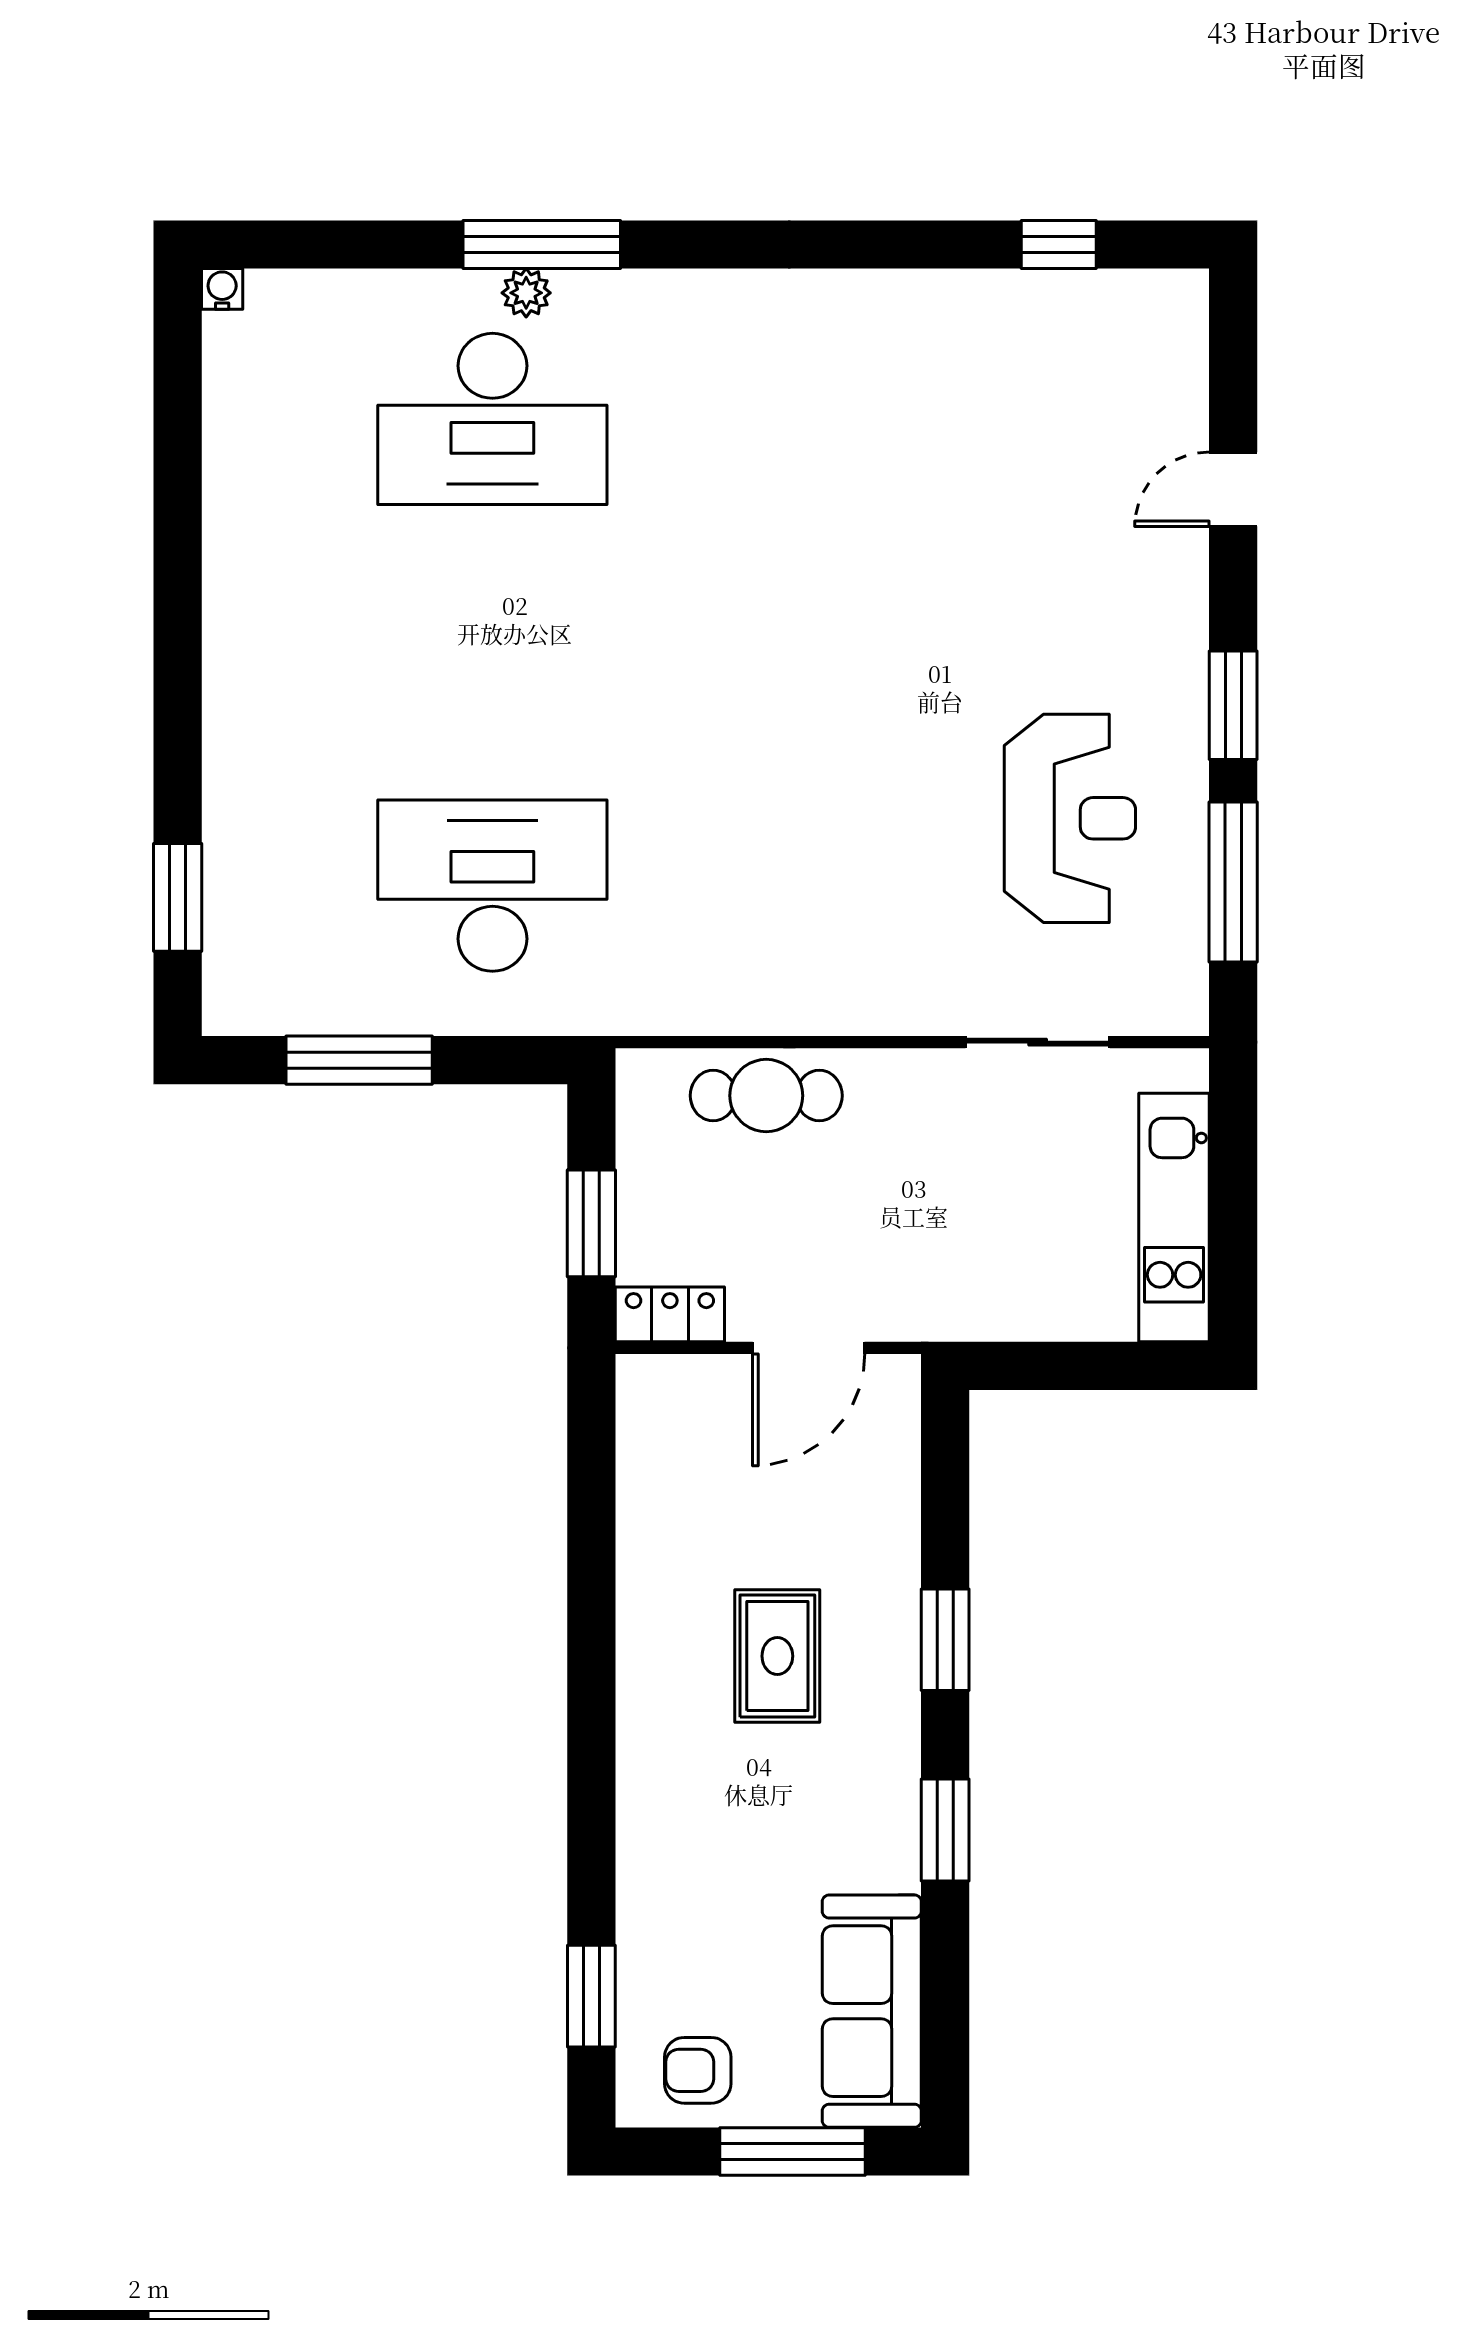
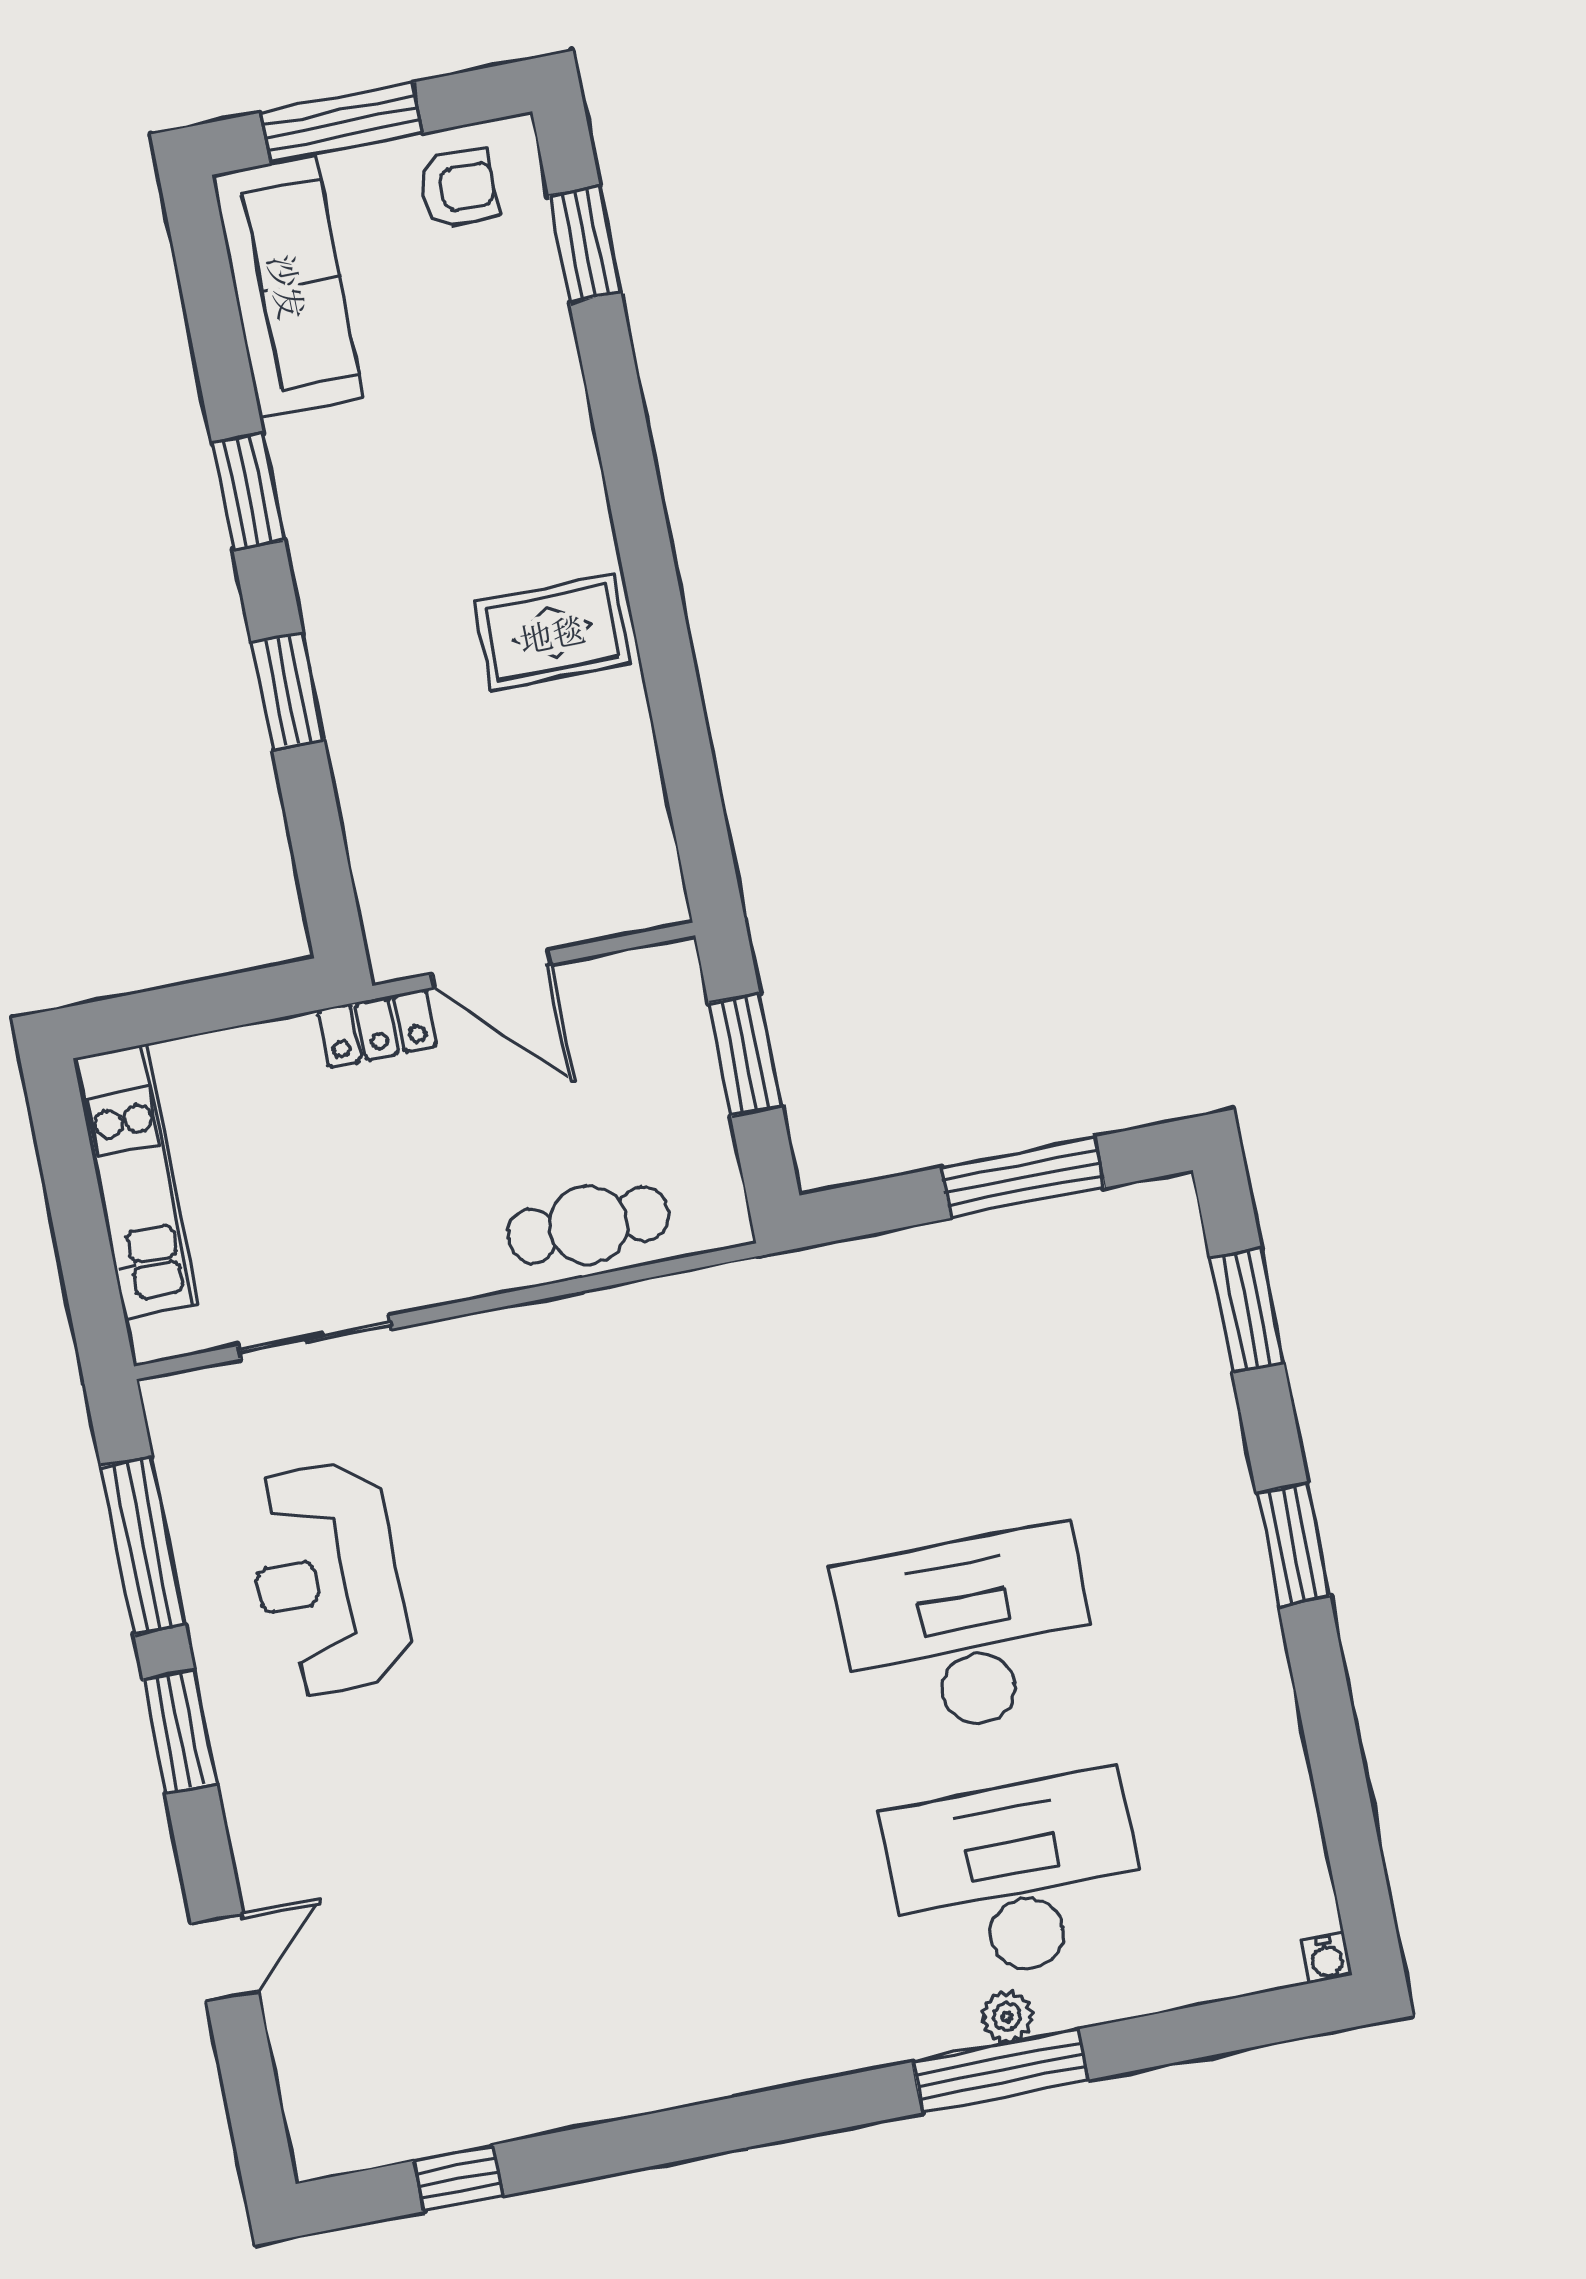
window: (178, 674) -> (1293, 1544), added
desk: (492, 886) -> (968, 1633), moved, turned 180
locker: (670, 1314) -> (377, 1028), moved
door: (809, 1348) -> (491, 969), swing flipped
rug: (777, 1656) -> (552, 633), moved, turned 90

